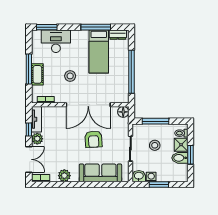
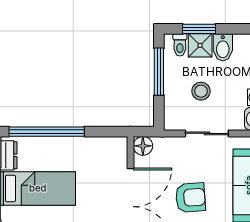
window: (131, 72) -> (47, 132), moved
window: (155, 121) -> (159, 72), moved
window: (190, 155) -> (199, 29), moved

